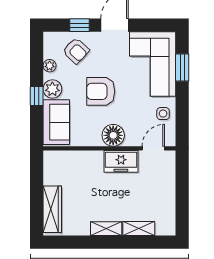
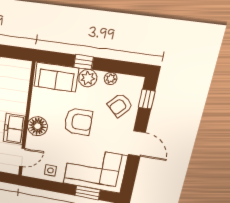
window: (80, 25) -> (147, 99), moved
armchair: (101, 91) -> (78, 122), turned 90
door: (153, 148) -> (22, 157), hinge flipped

